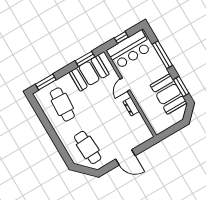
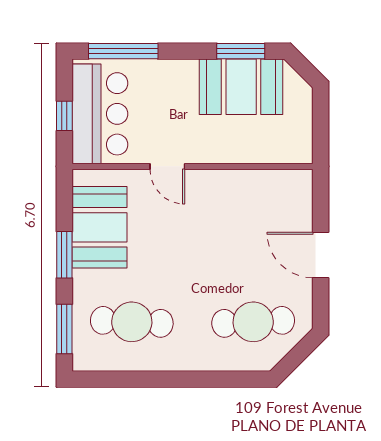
window: (162, 55) -> (123, 51), moved
window: (85, 59) -> (64, 255), moved
dresser: (131, 107) -> (221, 180), removed
door: (125, 157) -> (321, 255), swing flipped

